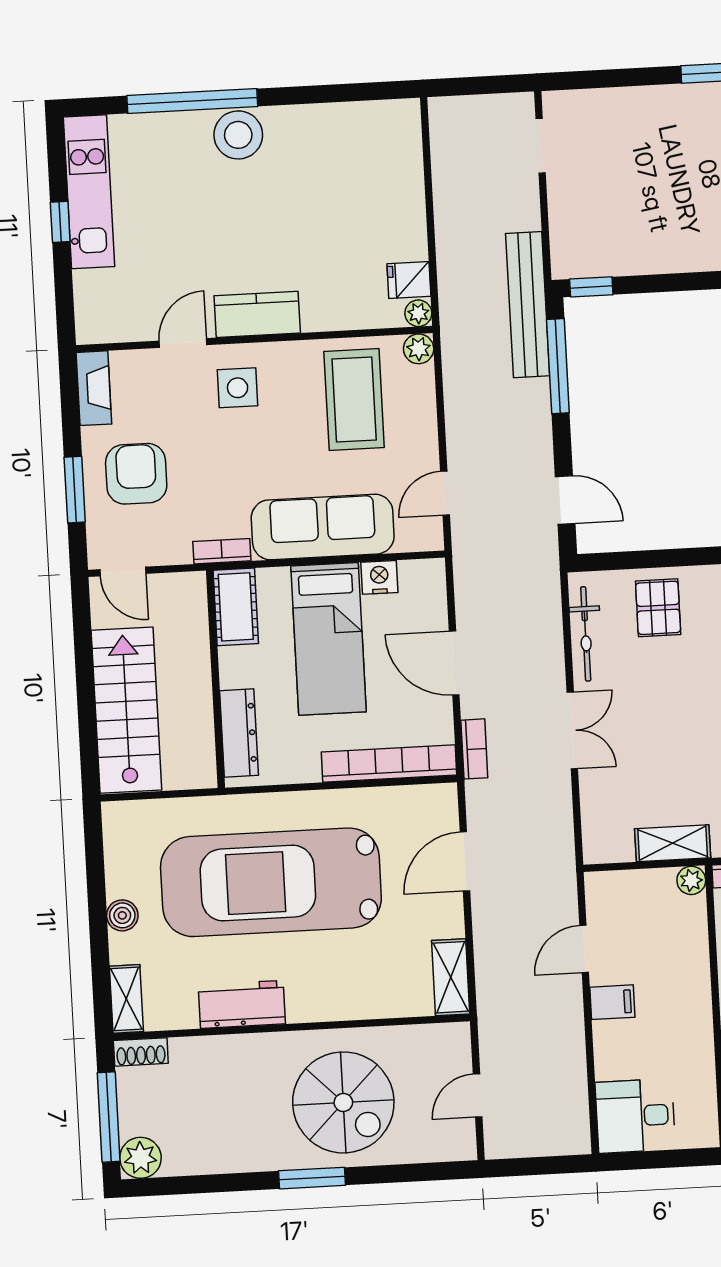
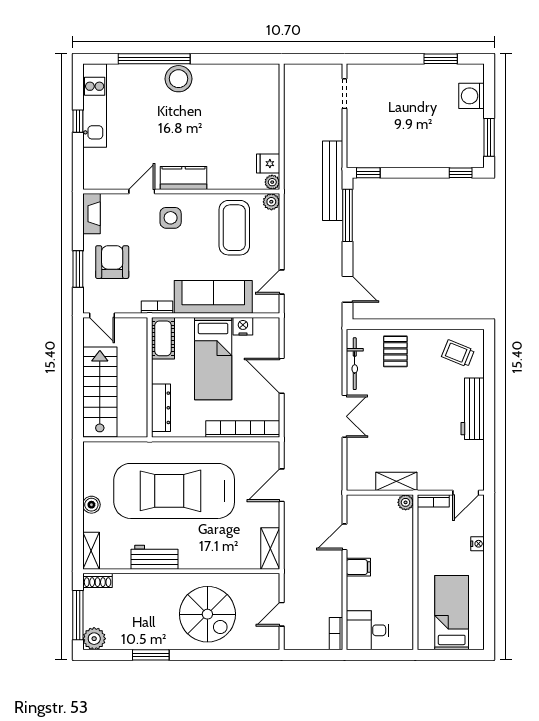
bookcase: (474, 749) -> (336, 634), moved, turned 180
window: (312, 1178) -> (151, 655), moved

